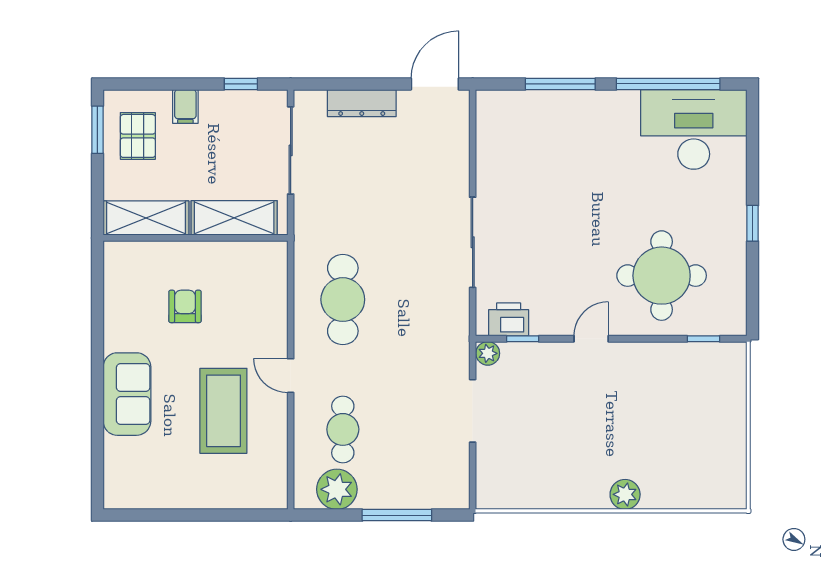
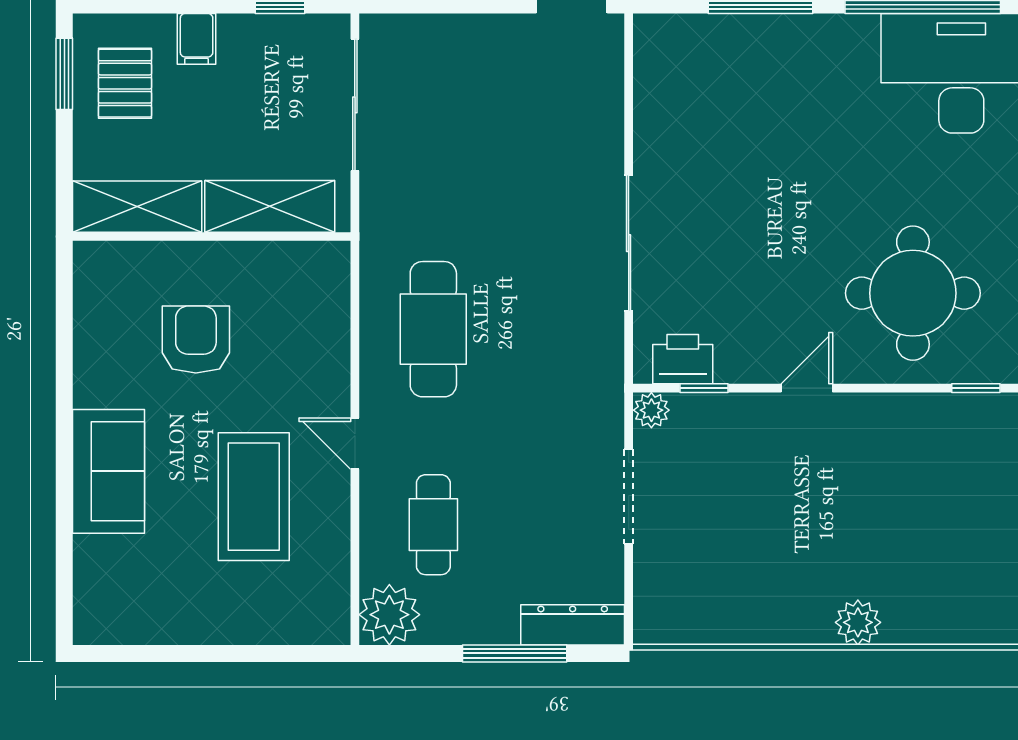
dresser: (362, 103) -> (573, 625), moved, turned 180
armchair: (185, 306) -> (196, 340), width x1.38, depth x1.38
plant: (337, 489) -> (389, 615), moved

